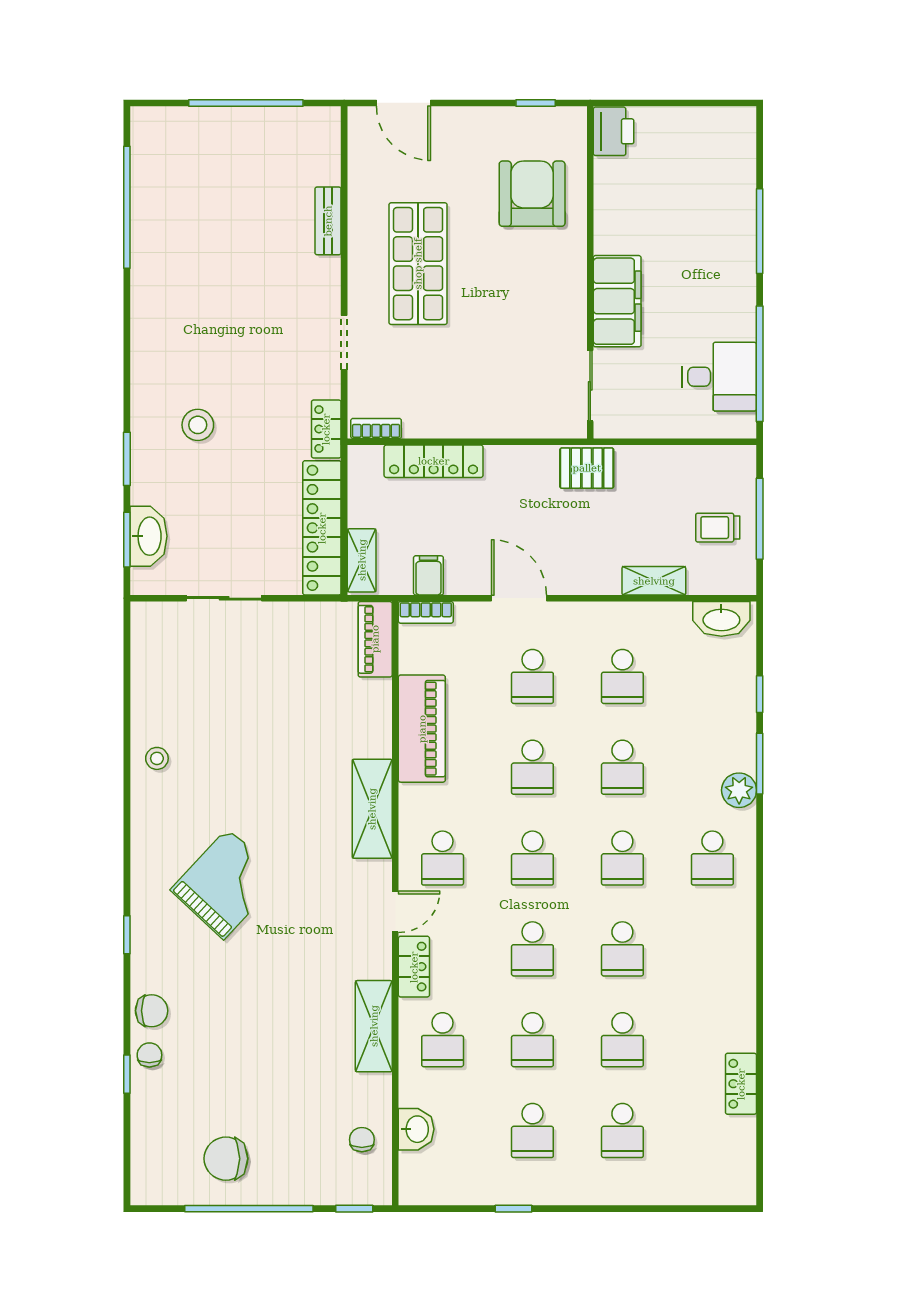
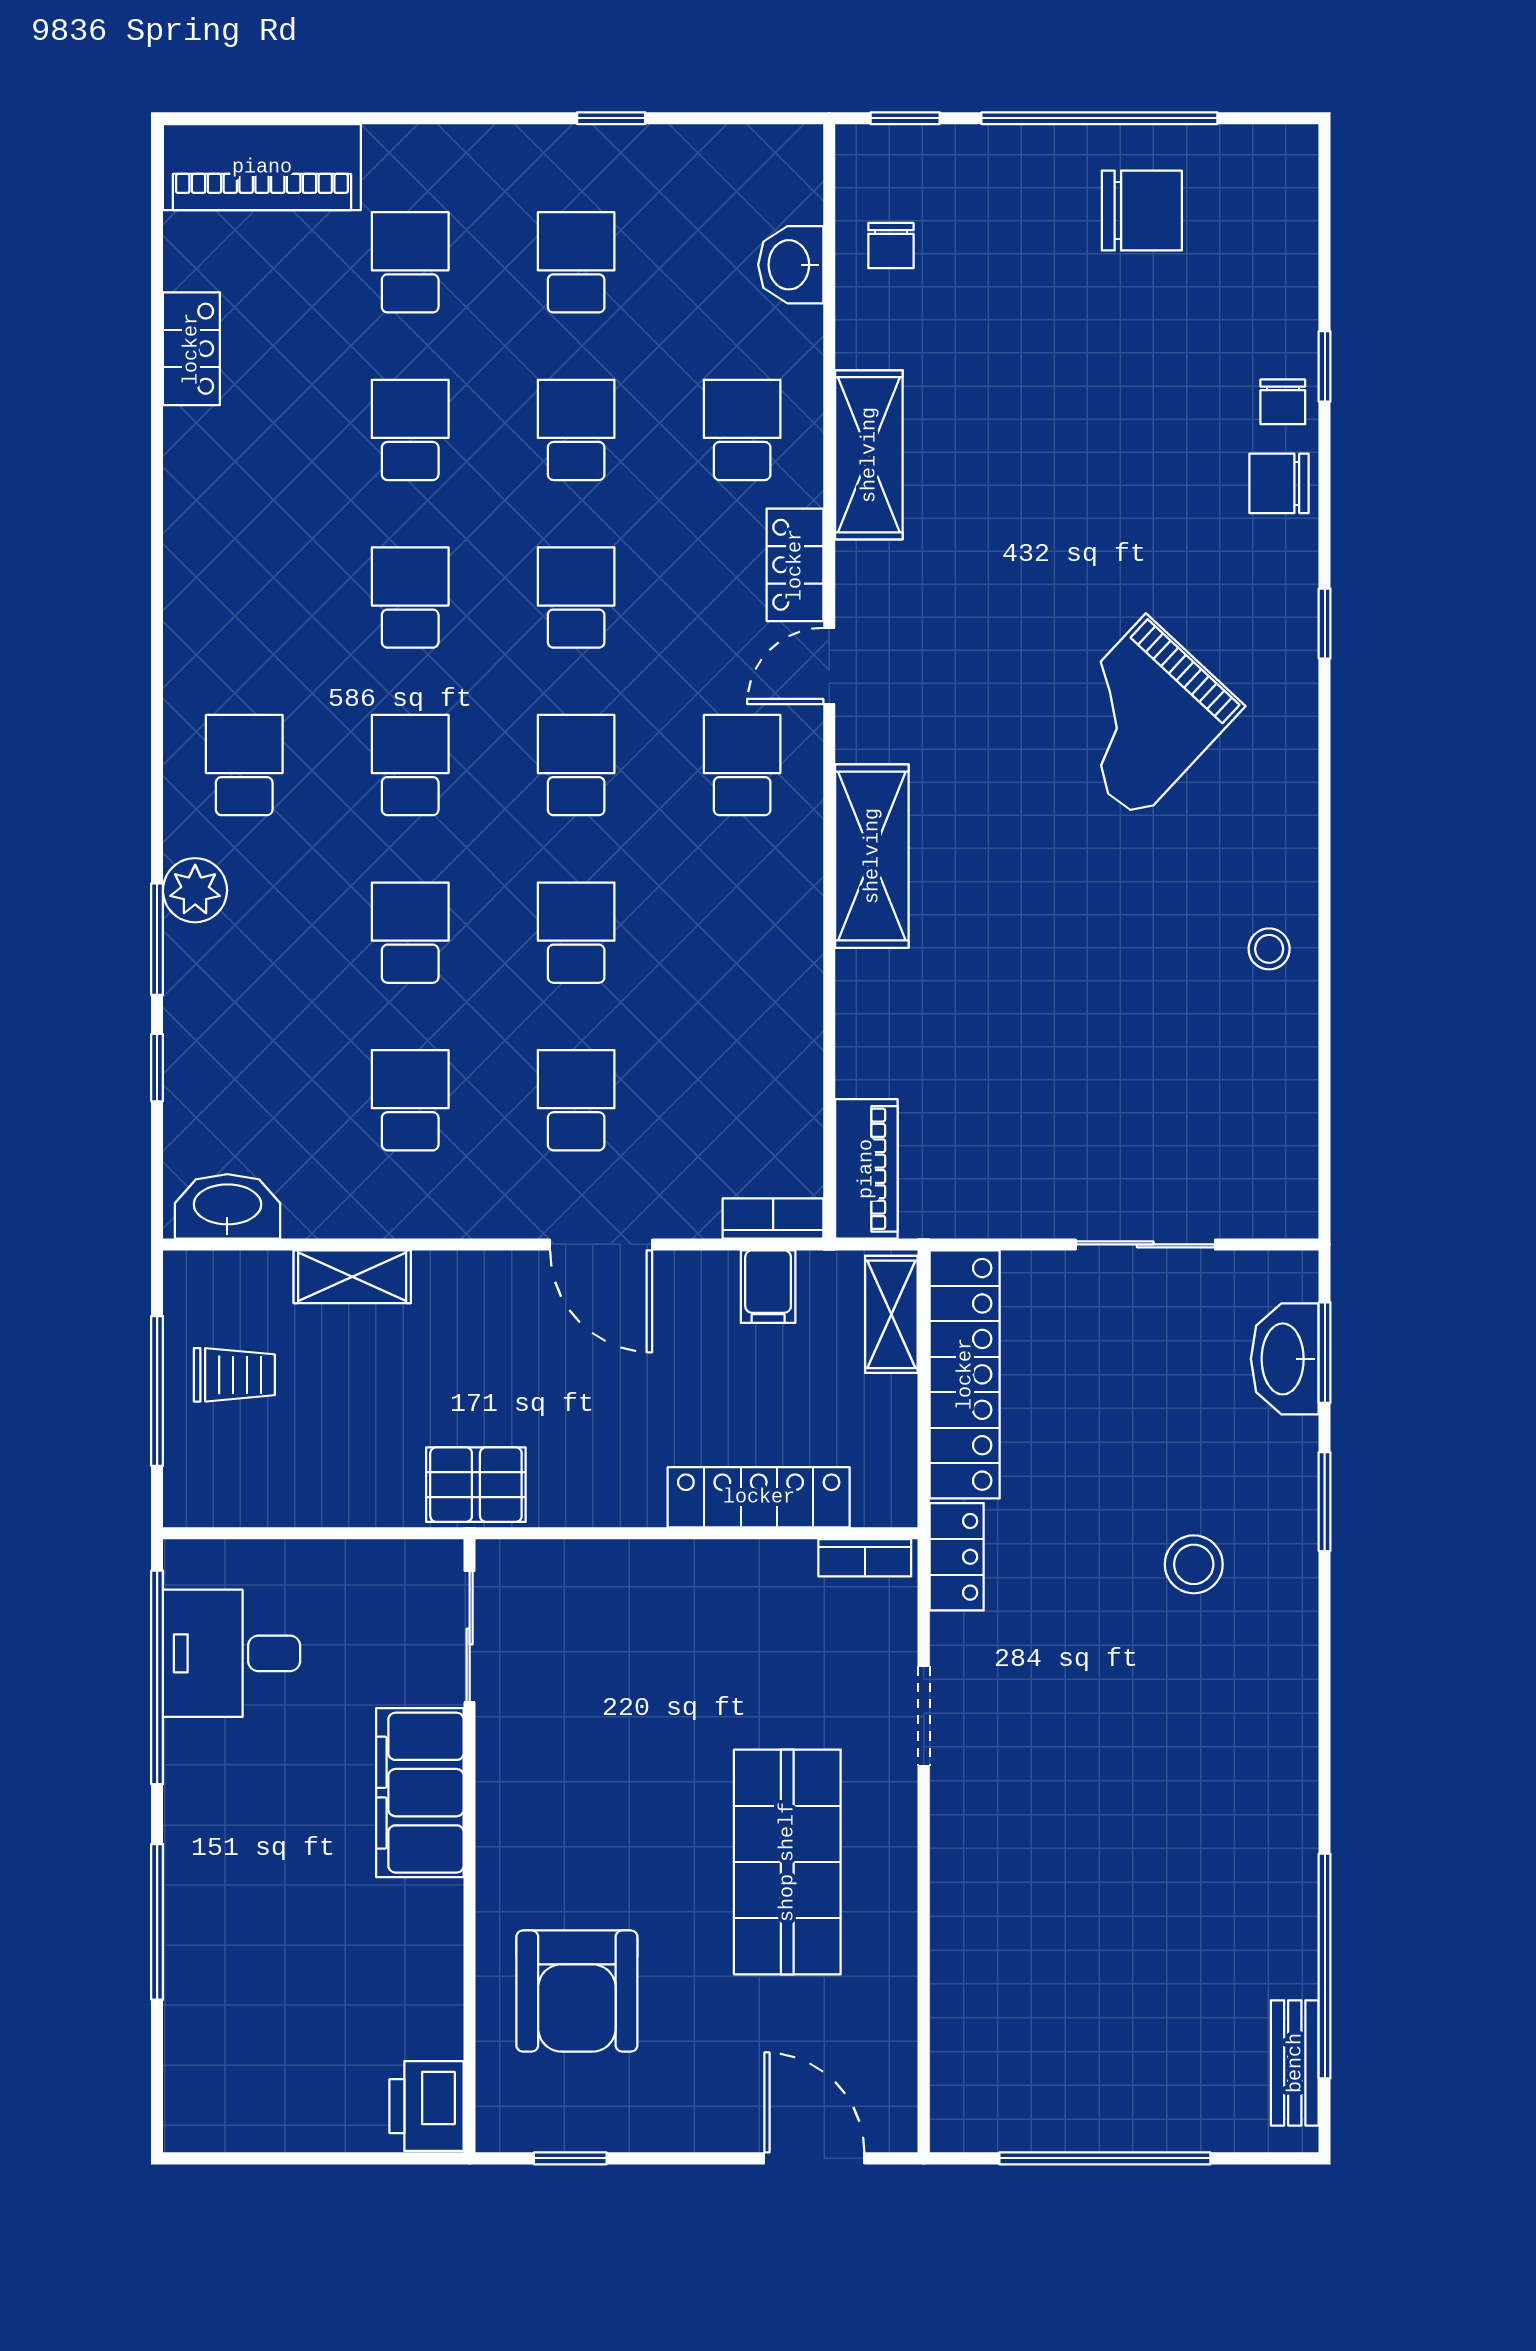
bench: (328, 221) -> (1295, 2063), moved
piano: (422, 729) -> (262, 167), moved, turned -90

